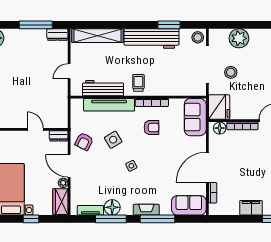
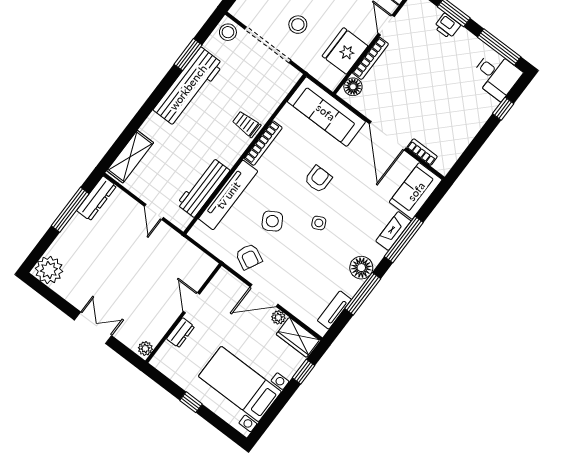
dresser: (57, 34) -> (97, 198), width x1.44
shelving: (98, 36) -> (130, 157), width x0.68
trolley: (138, 83) -> (246, 124), moved
fridge: (219, 107) -> (345, 51), moved, turned -90
sofa: (195, 117) -> (326, 112), width x1.36
armchair: (152, 128) -> (318, 179), moved
door: (35, 129) -> (191, 303), hinge flipped
dresser: (59, 136) -> (181, 333), moved
floor lamp: (112, 207) -> (361, 268), moved
filing cabinet: (251, 208) -> (473, 121), removed
fireplace: (146, 210) -> (393, 231), moved
window: (31, 219) -> (304, 372), moved

